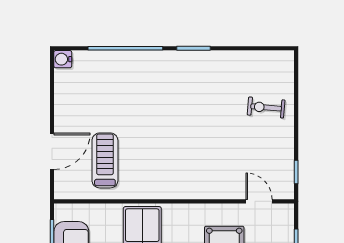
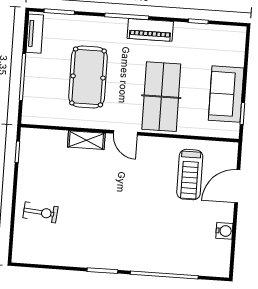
water cooler: (63, 59) -> (224, 231), moved
shelving: (221, 190) -> (86, 140), added
door: (259, 201) -> (125, 133), moved

